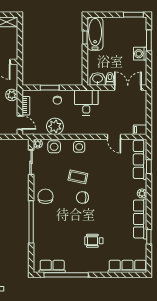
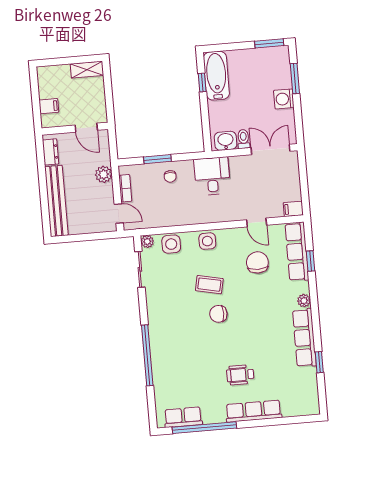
plant: (55, 126) -> (170, 214), removed
chair: (45, 196) -> (257, 262), moved
row of seats: (127, 266) -> (254, 411), moved

